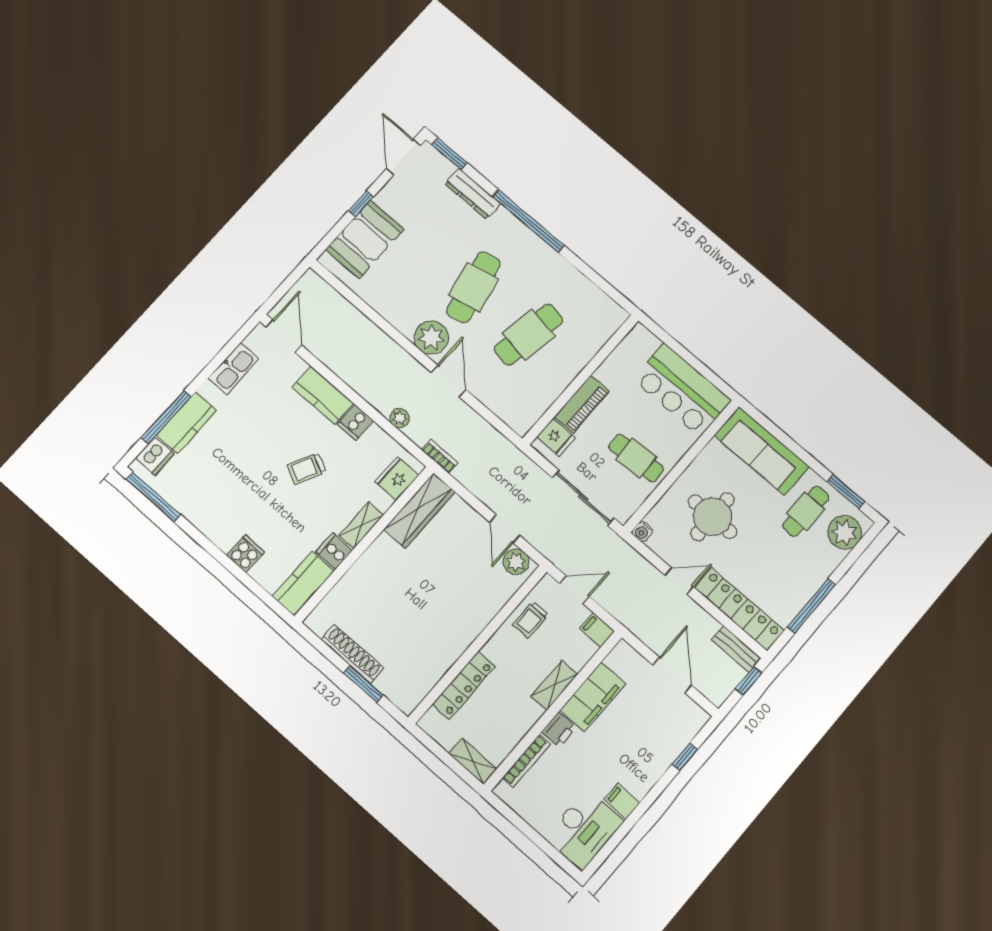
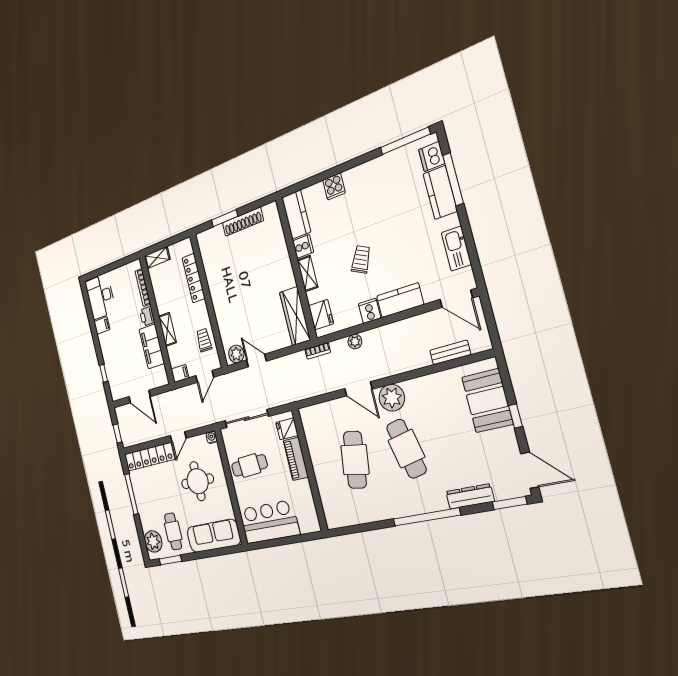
bench: (736, 649) -> (450, 352), moved

